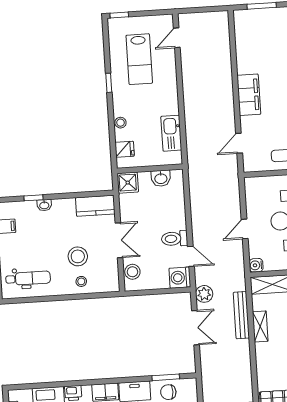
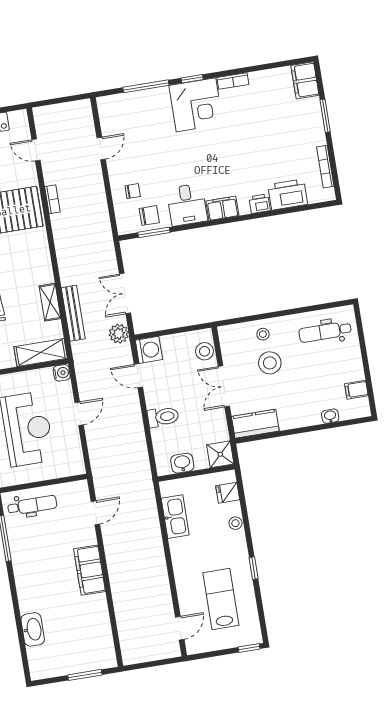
window: (34, 198) -> (328, 426), removed
washbasin: (44, 205) -> (330, 416), moved
toilet: (175, 239) -> (163, 417), moved

